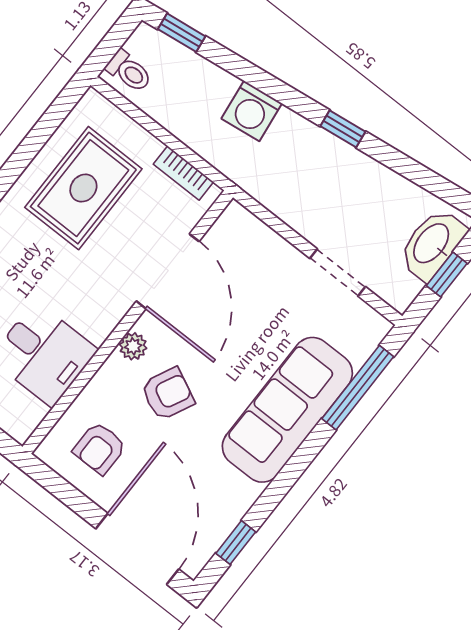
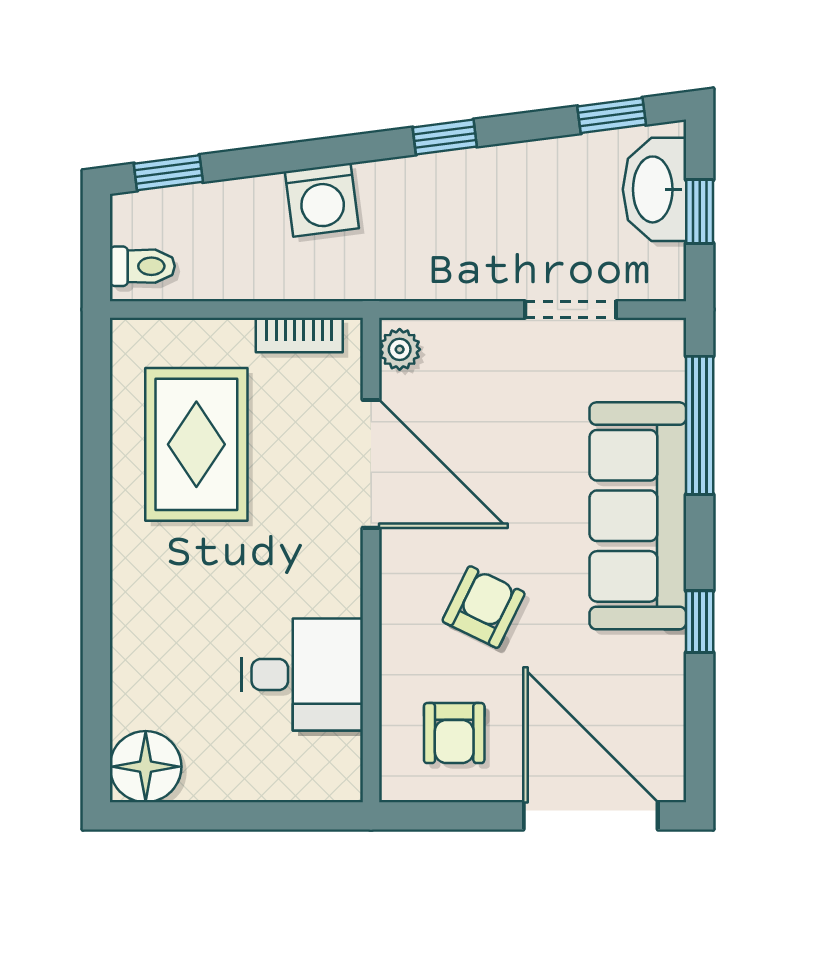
window: (440, 187) -> (612, 115), added
plant: (133, 346) -> (400, 349), moved
window: (236, 543) -> (700, 622), moved

